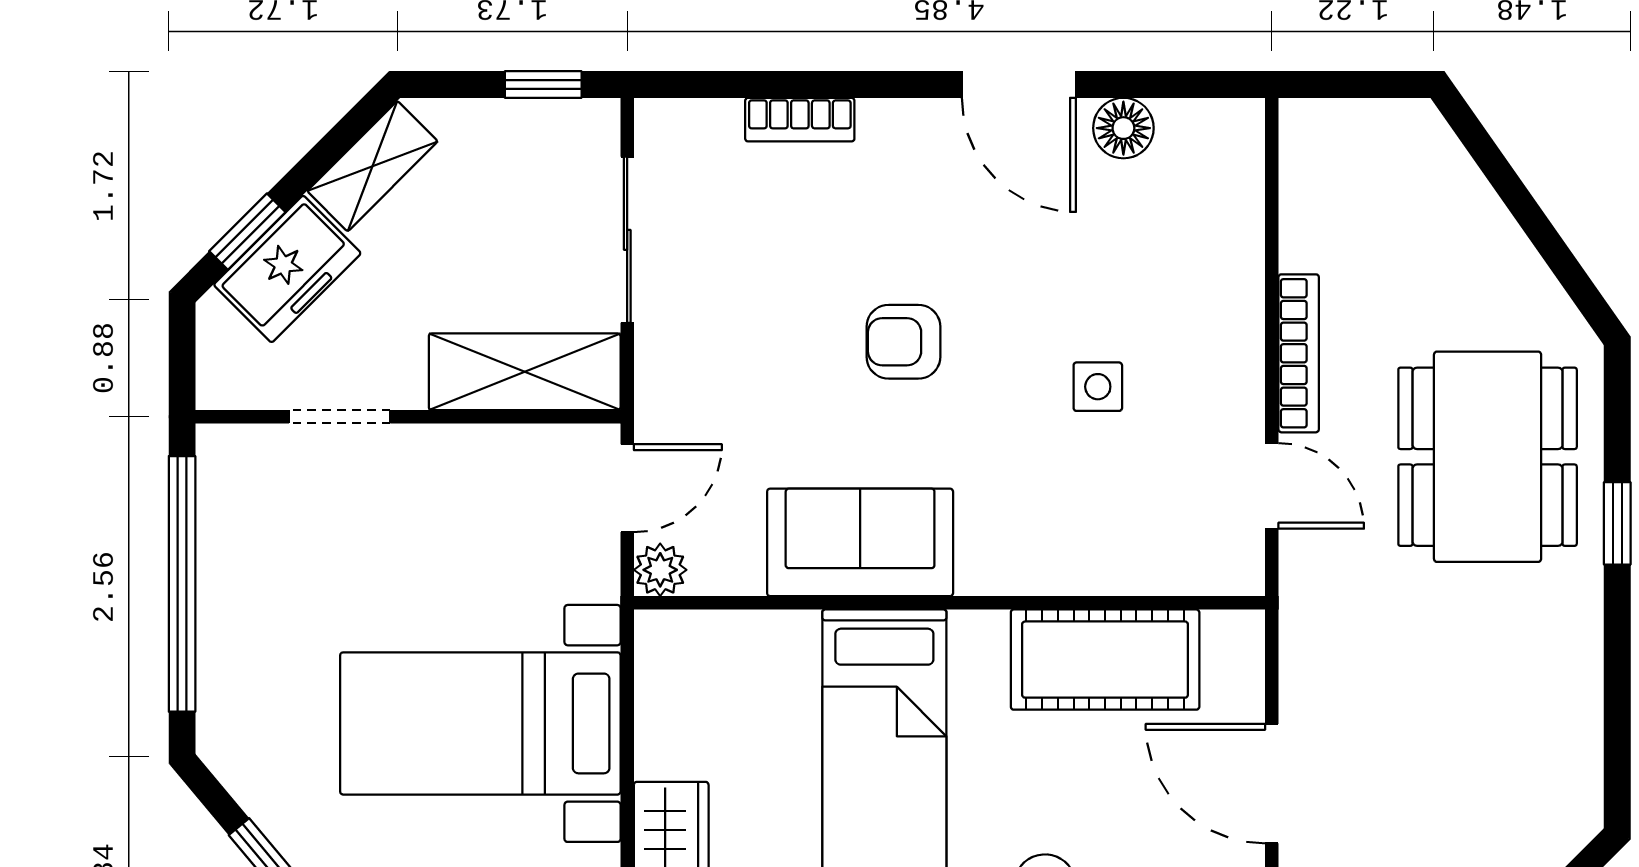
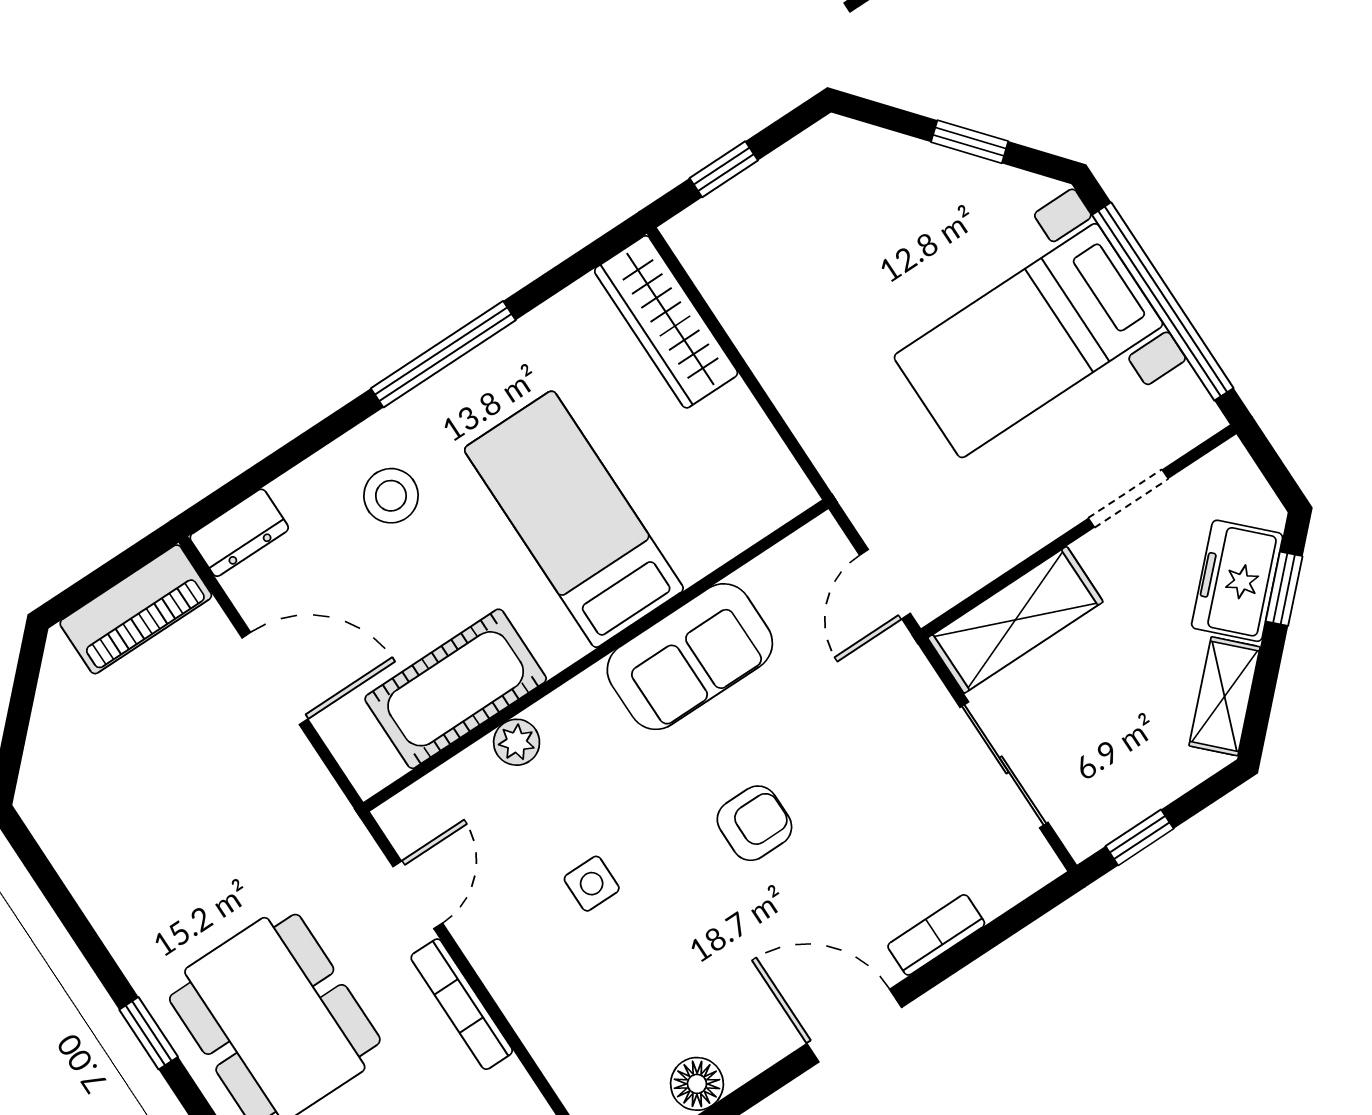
door: (1019, 85) -> (854, 1026), moved
door: (1272, 486) -> (418, 895), swing flipped
plant: (660, 570) -> (517, 742), moved
bed with nightstands: (480, 723) -> (1028, 341), moved, turned 180

